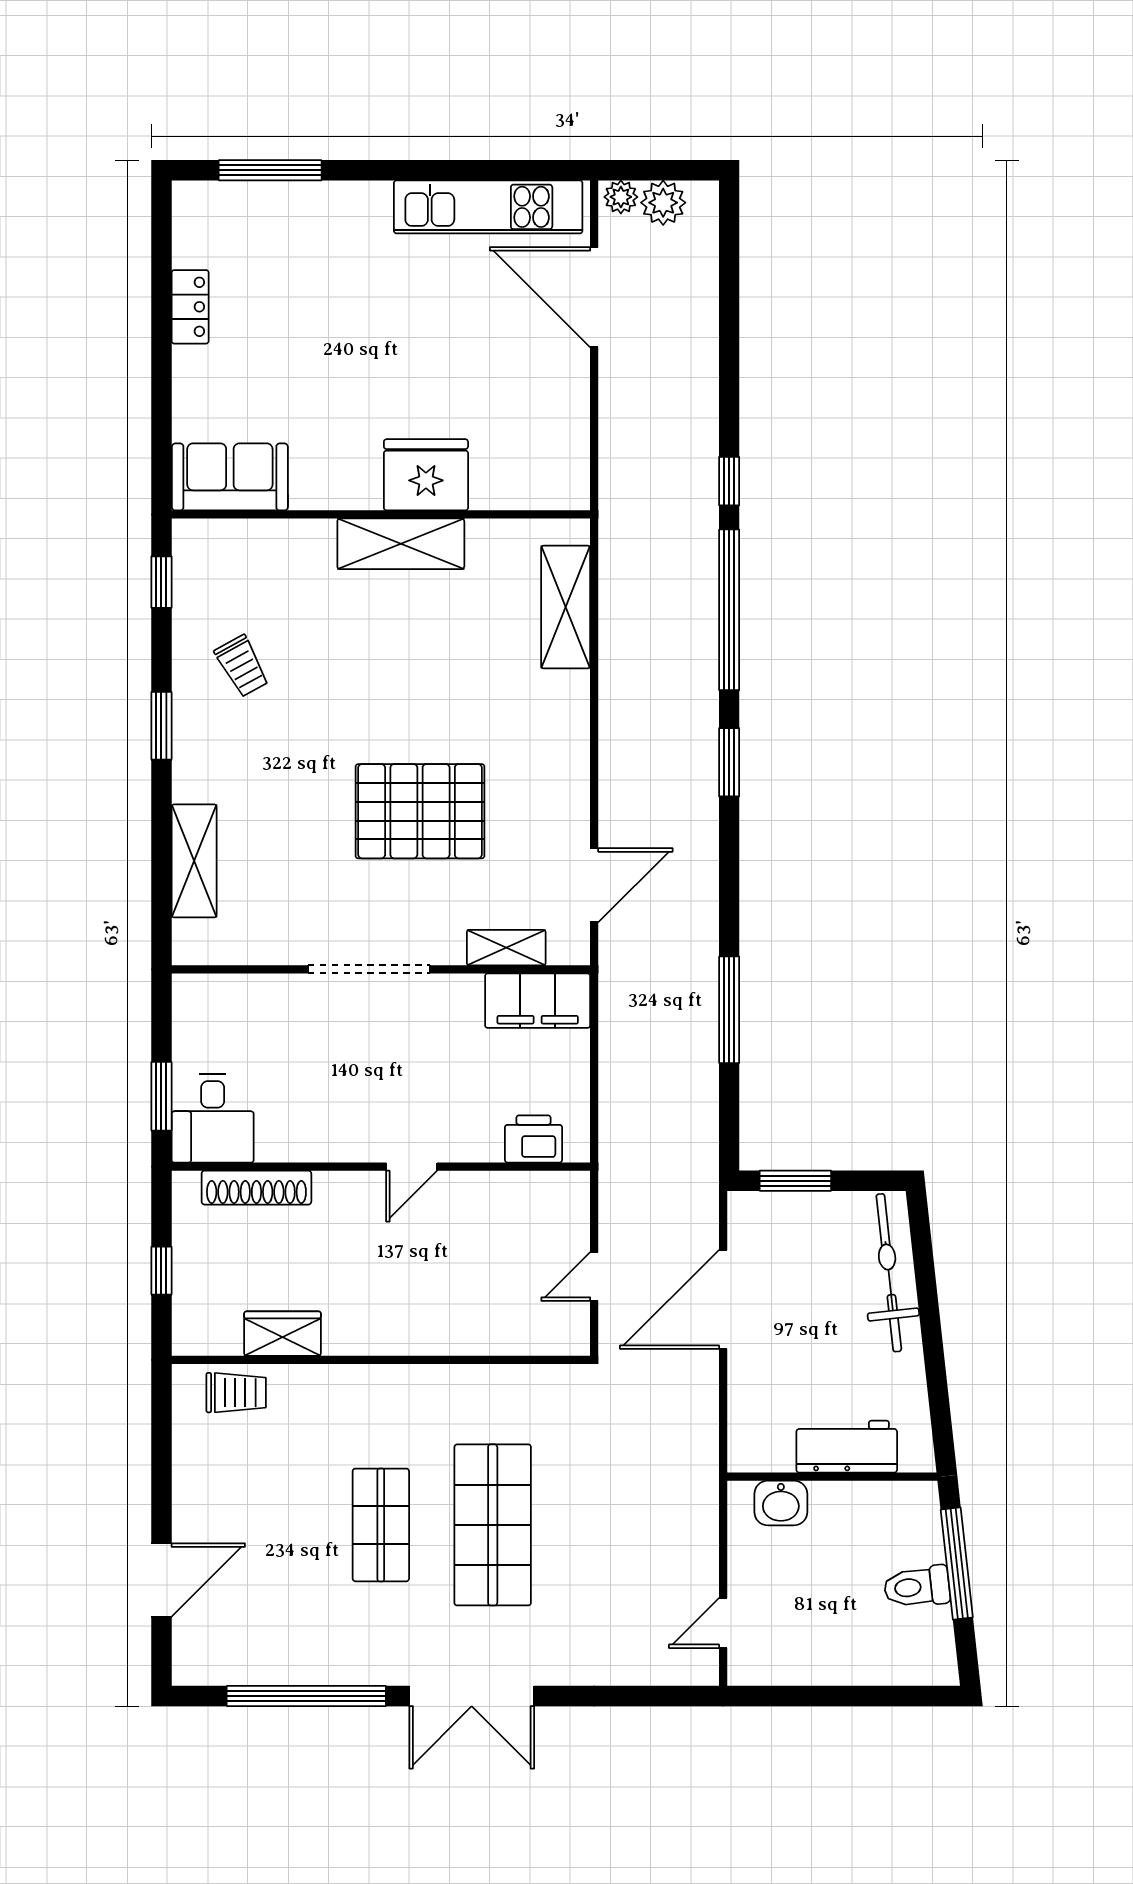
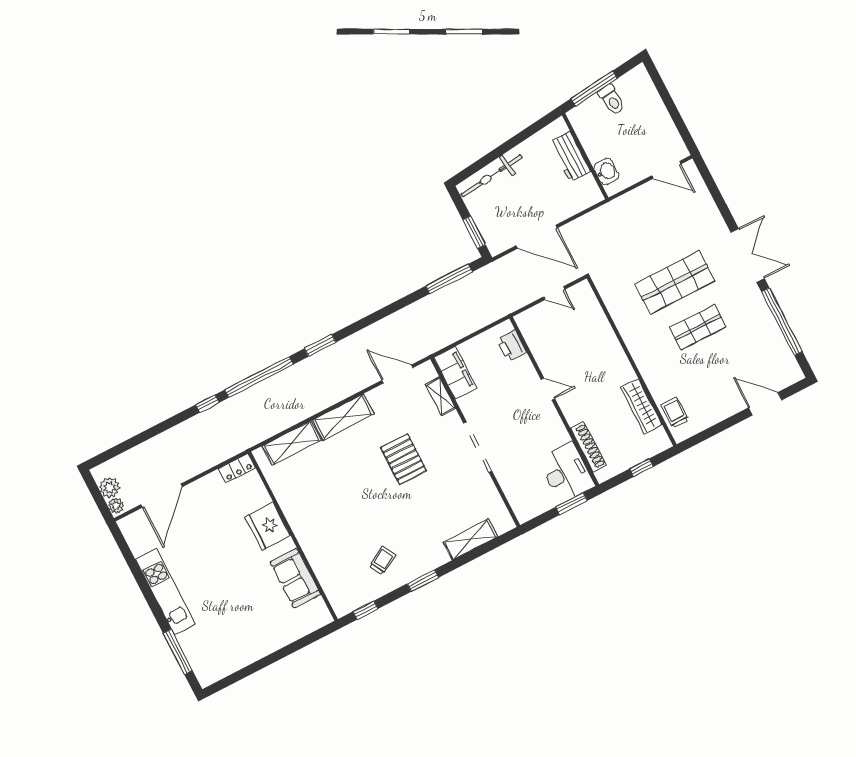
kitchen unit: (488, 207) -> (165, 591), moved
locker: (190, 307) -> (237, 468), moved, turned 180
sofa: (230, 477) -> (295, 578), moved
shelving: (401, 544) -> (343, 417), moved, turned 90
pallet: (420, 811) -> (404, 459), width x0.73, depth x0.71
window: (729, 1010) -> (449, 279), moved
desk: (213, 1118) -> (567, 473), width x1.37
wardrobe: (283, 1334) -> (642, 406), width x1.50
door: (723, 1623) -> (666, 170), width x1.37

